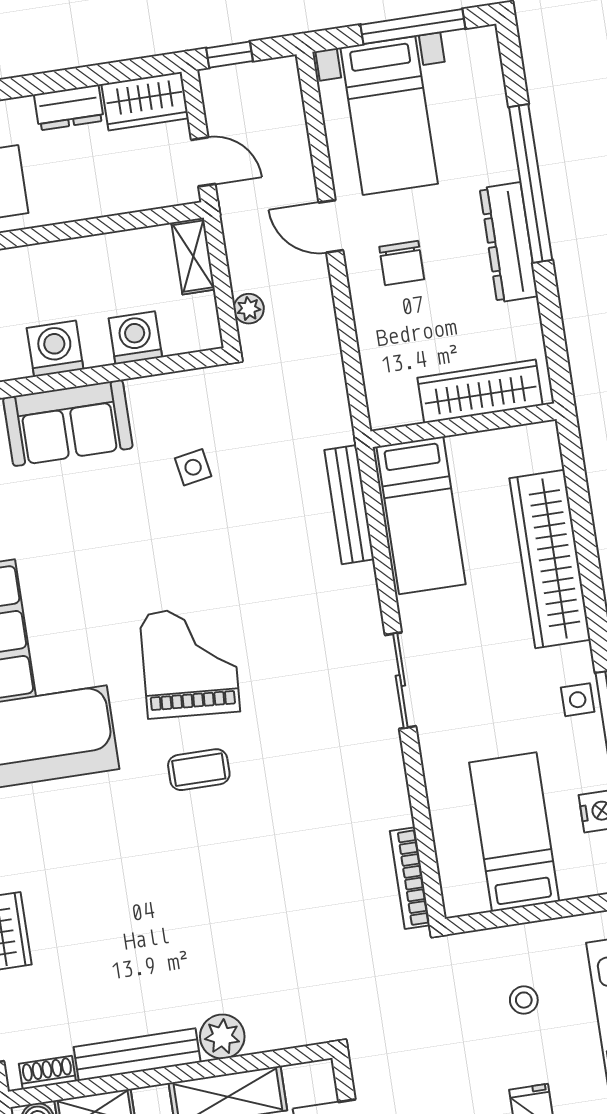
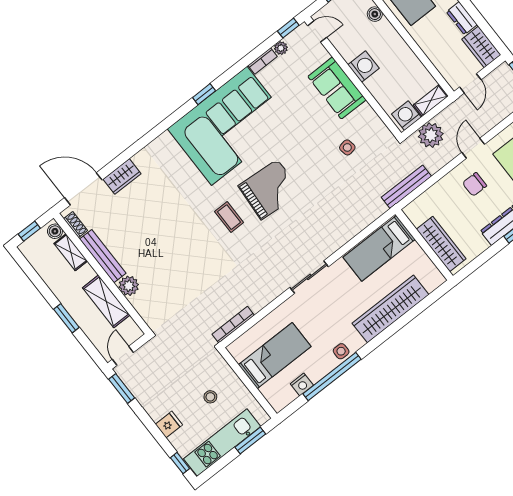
plant: (249, 309) -> (431, 135), width x1.88, depth x1.88
washing machine: (135, 338) -> (406, 116), moved, turned -90
bench: (349, 505) -> (406, 187), moved

